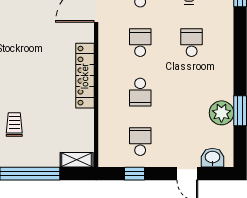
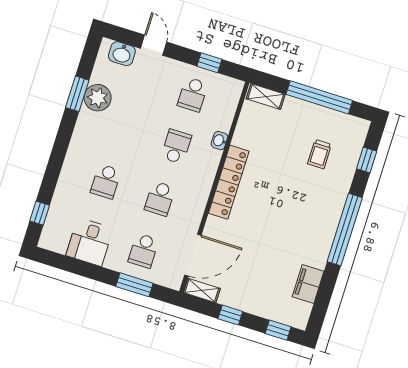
washbasin: (104, 109) -> (219, 141), added

